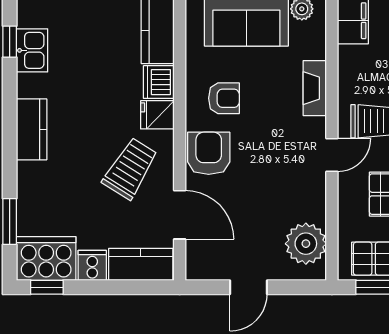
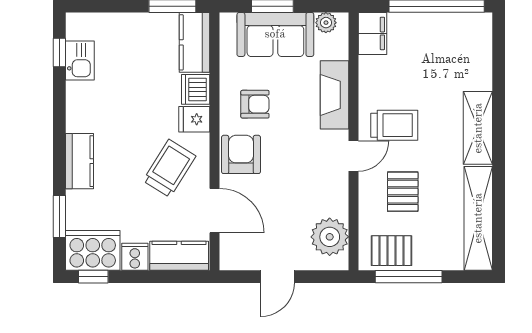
fireplace: (315, 88) -> (334, 95), width x1.37, depth x1.32
kitchen counter: (32, 129) -> (79, 161), moved

